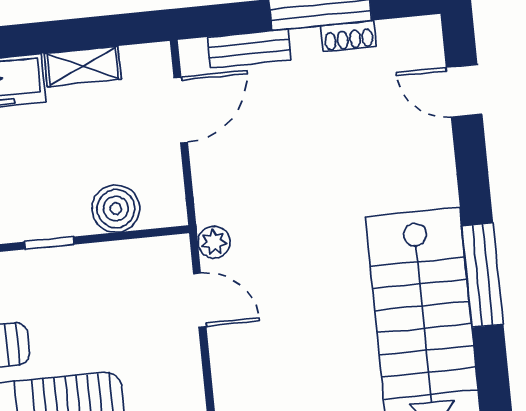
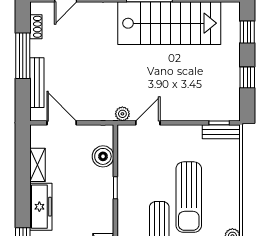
shoe rack: (349, 36) -> (36, 27), moved
bench: (249, 48) -> (37, 83), width x1.36

